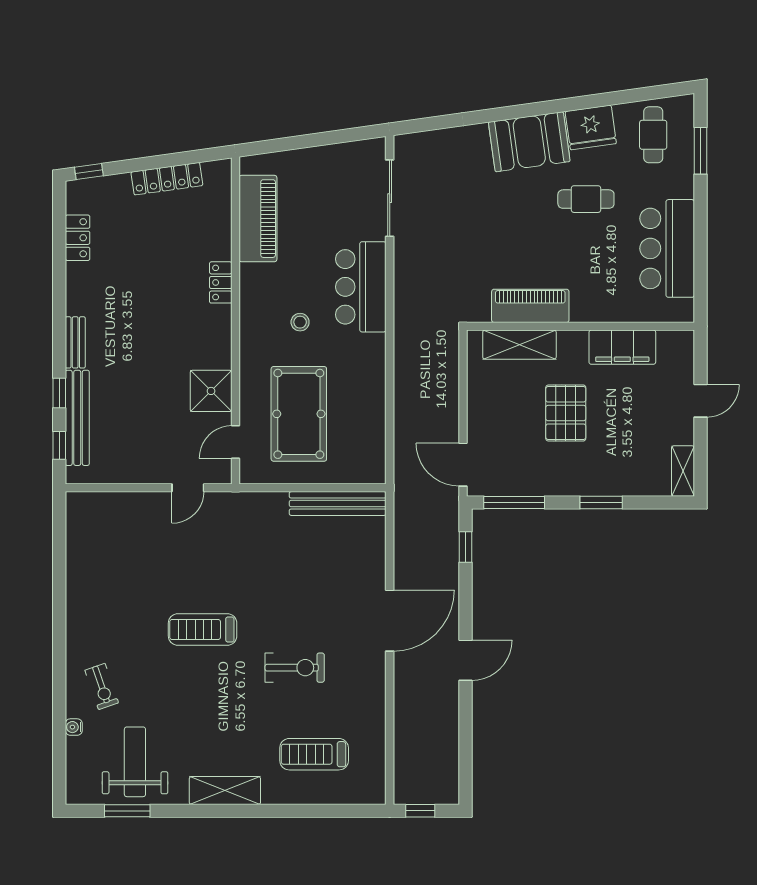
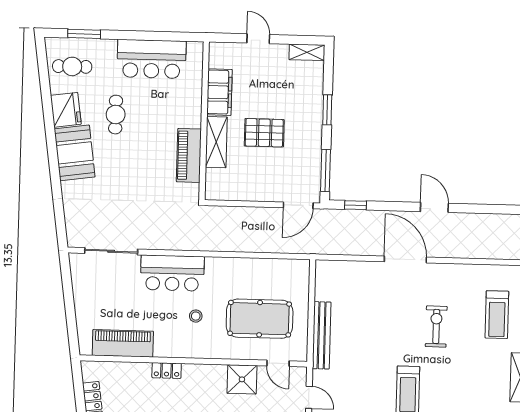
shelving: (519, 345) -> (216, 142), moved
bench: (338, 503) -> (322, 335), moved

